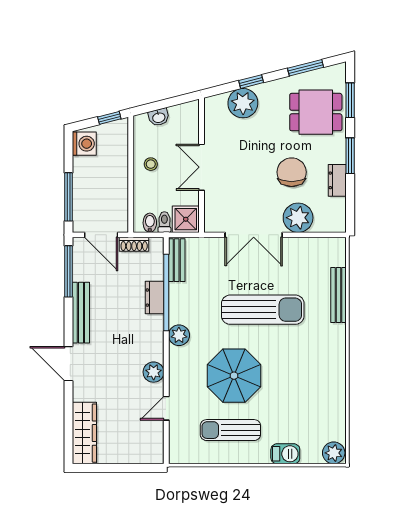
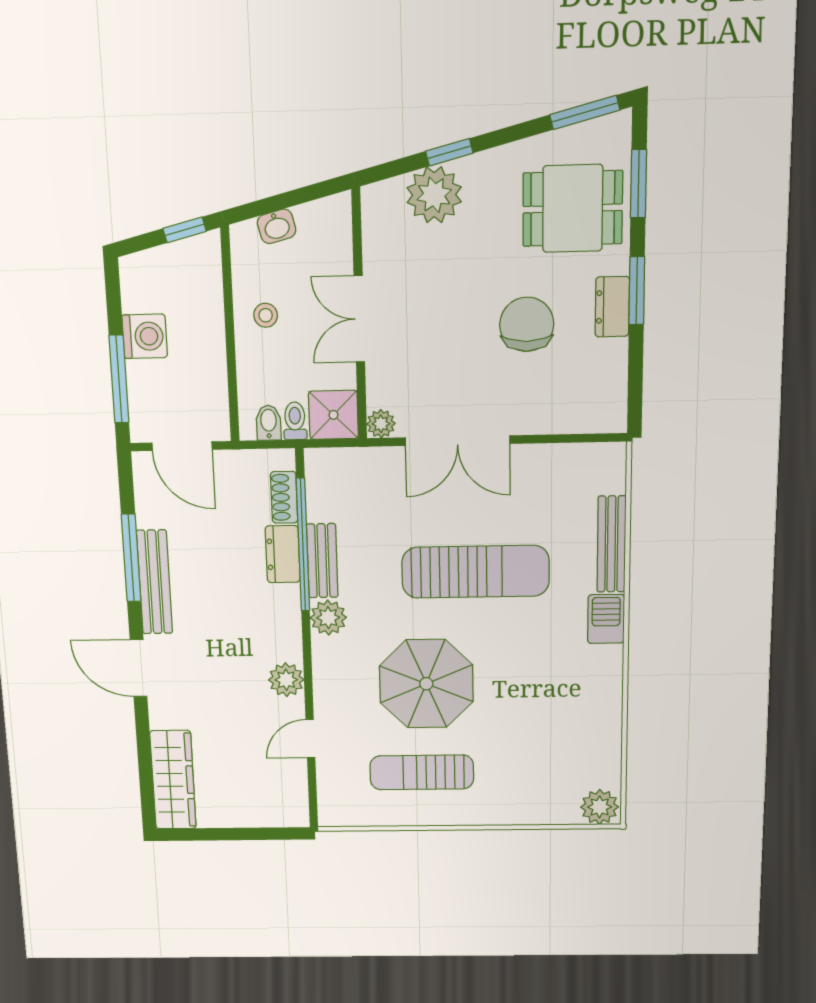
window: (306, 68) -> (585, 112), moved
washing machine: (84, 144) -> (145, 336), moved
dresser: (337, 180) -> (612, 307), moved
plant: (298, 218) -> (381, 424), moved, width x0.53, depth x0.53
shoe rack: (134, 244) -> (284, 497), moved, turned 90
bench: (177, 260) -> (322, 561), moved
window: (68, 271) -> (131, 558), moved
barbecue: (285, 454) -> (606, 619), moved, turned -90

